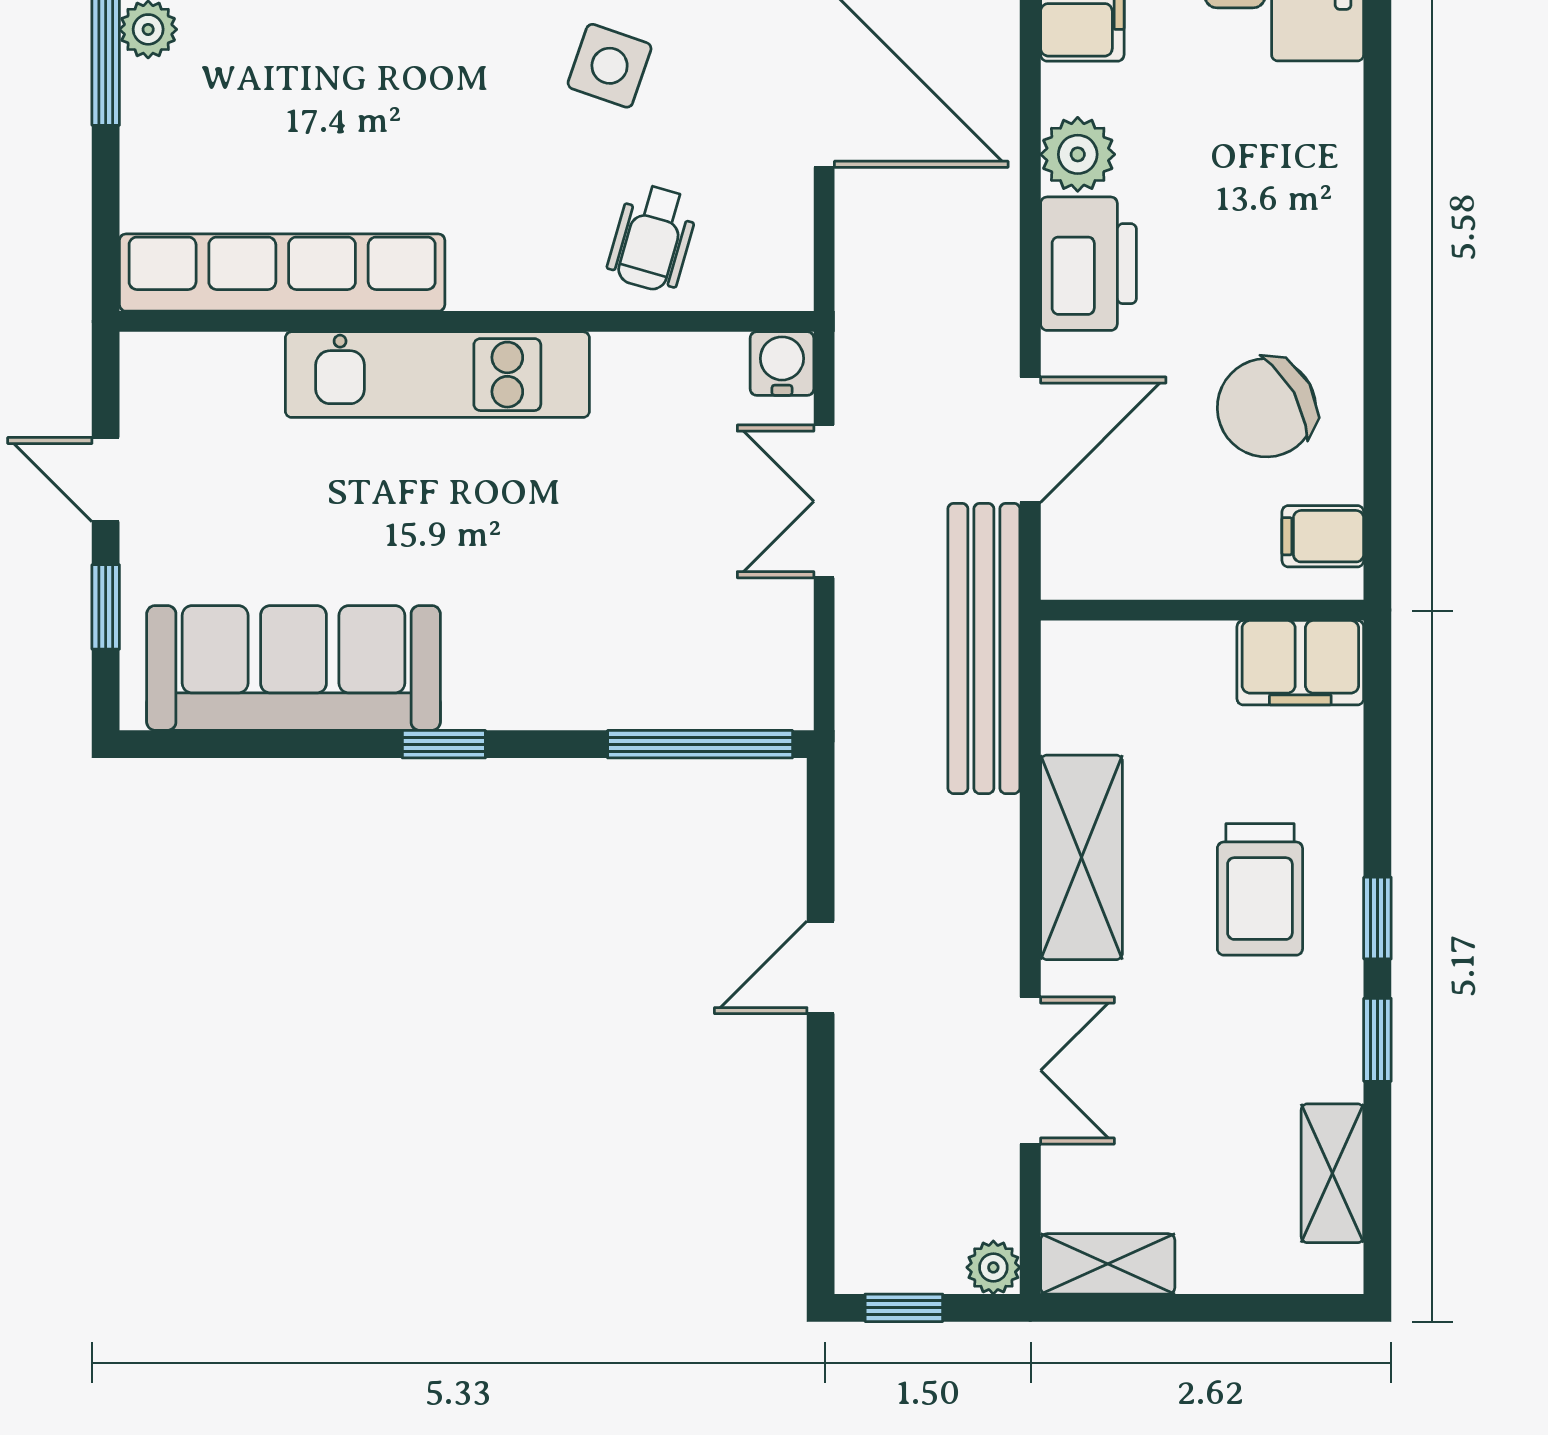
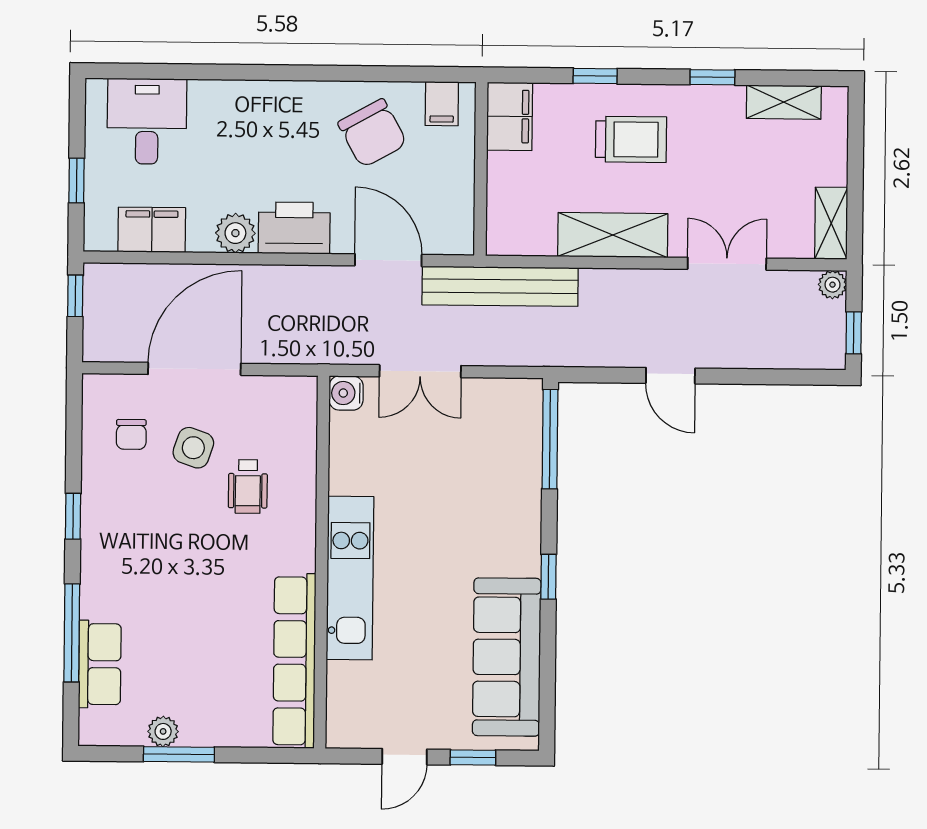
side table: (610, 66) -> (193, 448), moved
wheelchair: (653, 238) -> (248, 486), moved, turned 74
window: (1377, 918) -> (595, 76), moved

